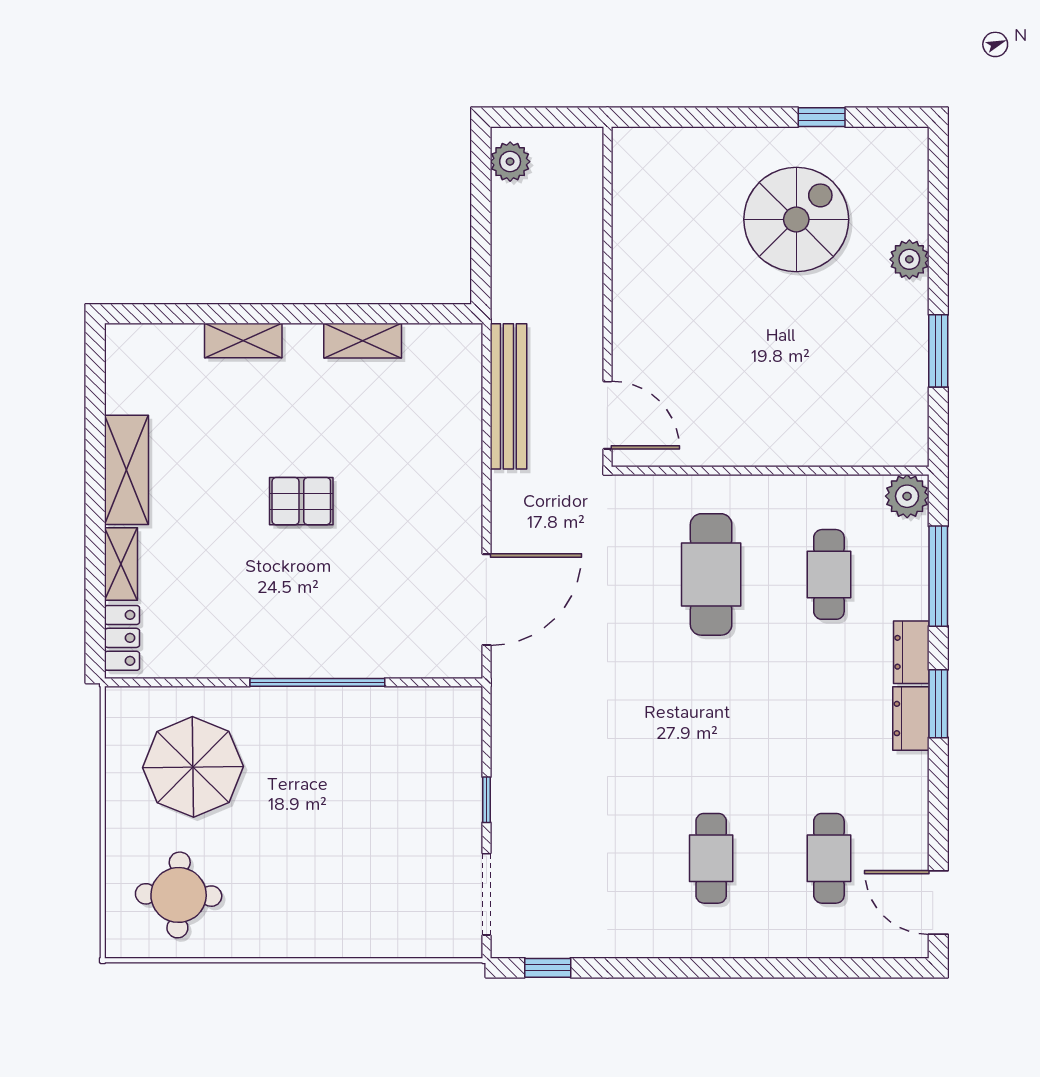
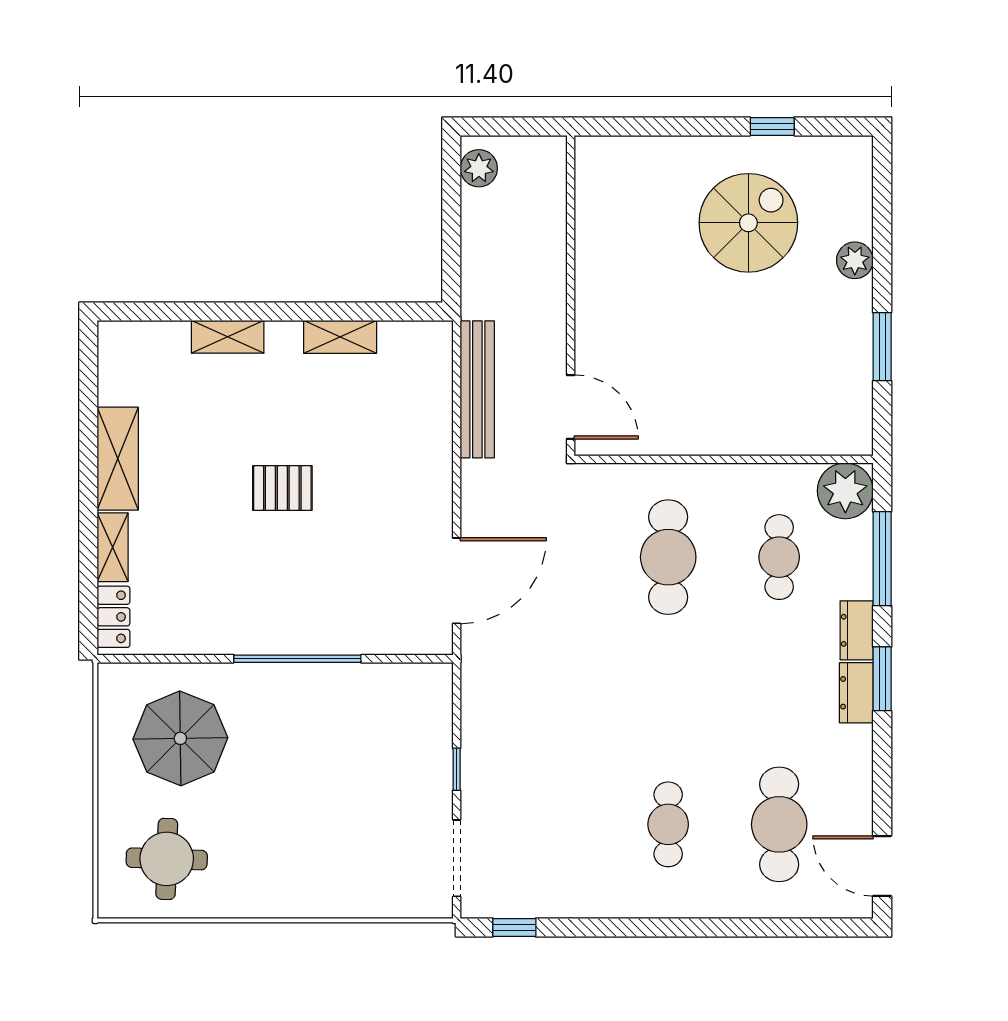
plant: (907, 496) -> (845, 491), width x1.36, depth x1.36
cafe table: (829, 858) -> (779, 824), width x1.37, depth x1.35

